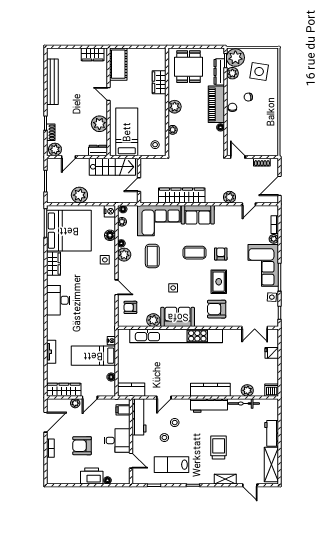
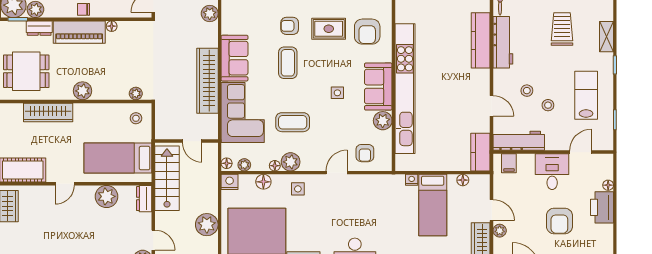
dresser: (219, 72) -> (39, 28), width x0.70
wardrobe: (159, 82) -> (48, 113), width x1.50
plant: (173, 130) -> (136, 94), moved
trolley: (219, 447) -> (562, 29), turned 90
lab bench: (171, 465) -> (586, 95), turned 180
shelving: (225, 479) -> (606, 37), moved

